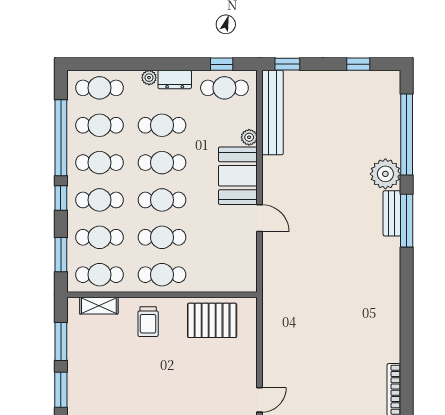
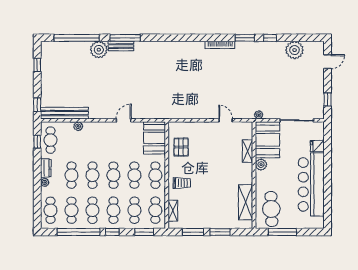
booth: (238, 176) -> (155, 138), moved, turned 90
pallet: (212, 320) -> (181, 147), width x0.67, depth x0.71

